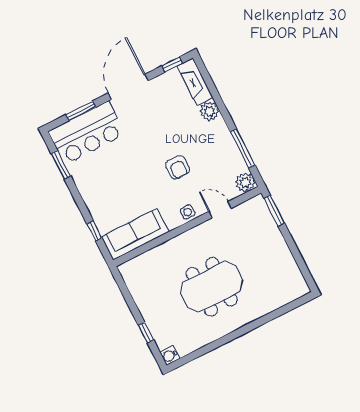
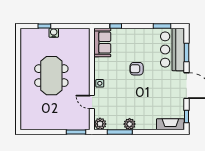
plant: (209, 111) -> (130, 124), moved
armchair: (178, 167) -> (137, 69), moved
door: (220, 210) -> (92, 102), swing flipped
sofa: (135, 234) -> (102, 43), width x0.73
water cooler: (170, 355) -> (54, 33), moved

